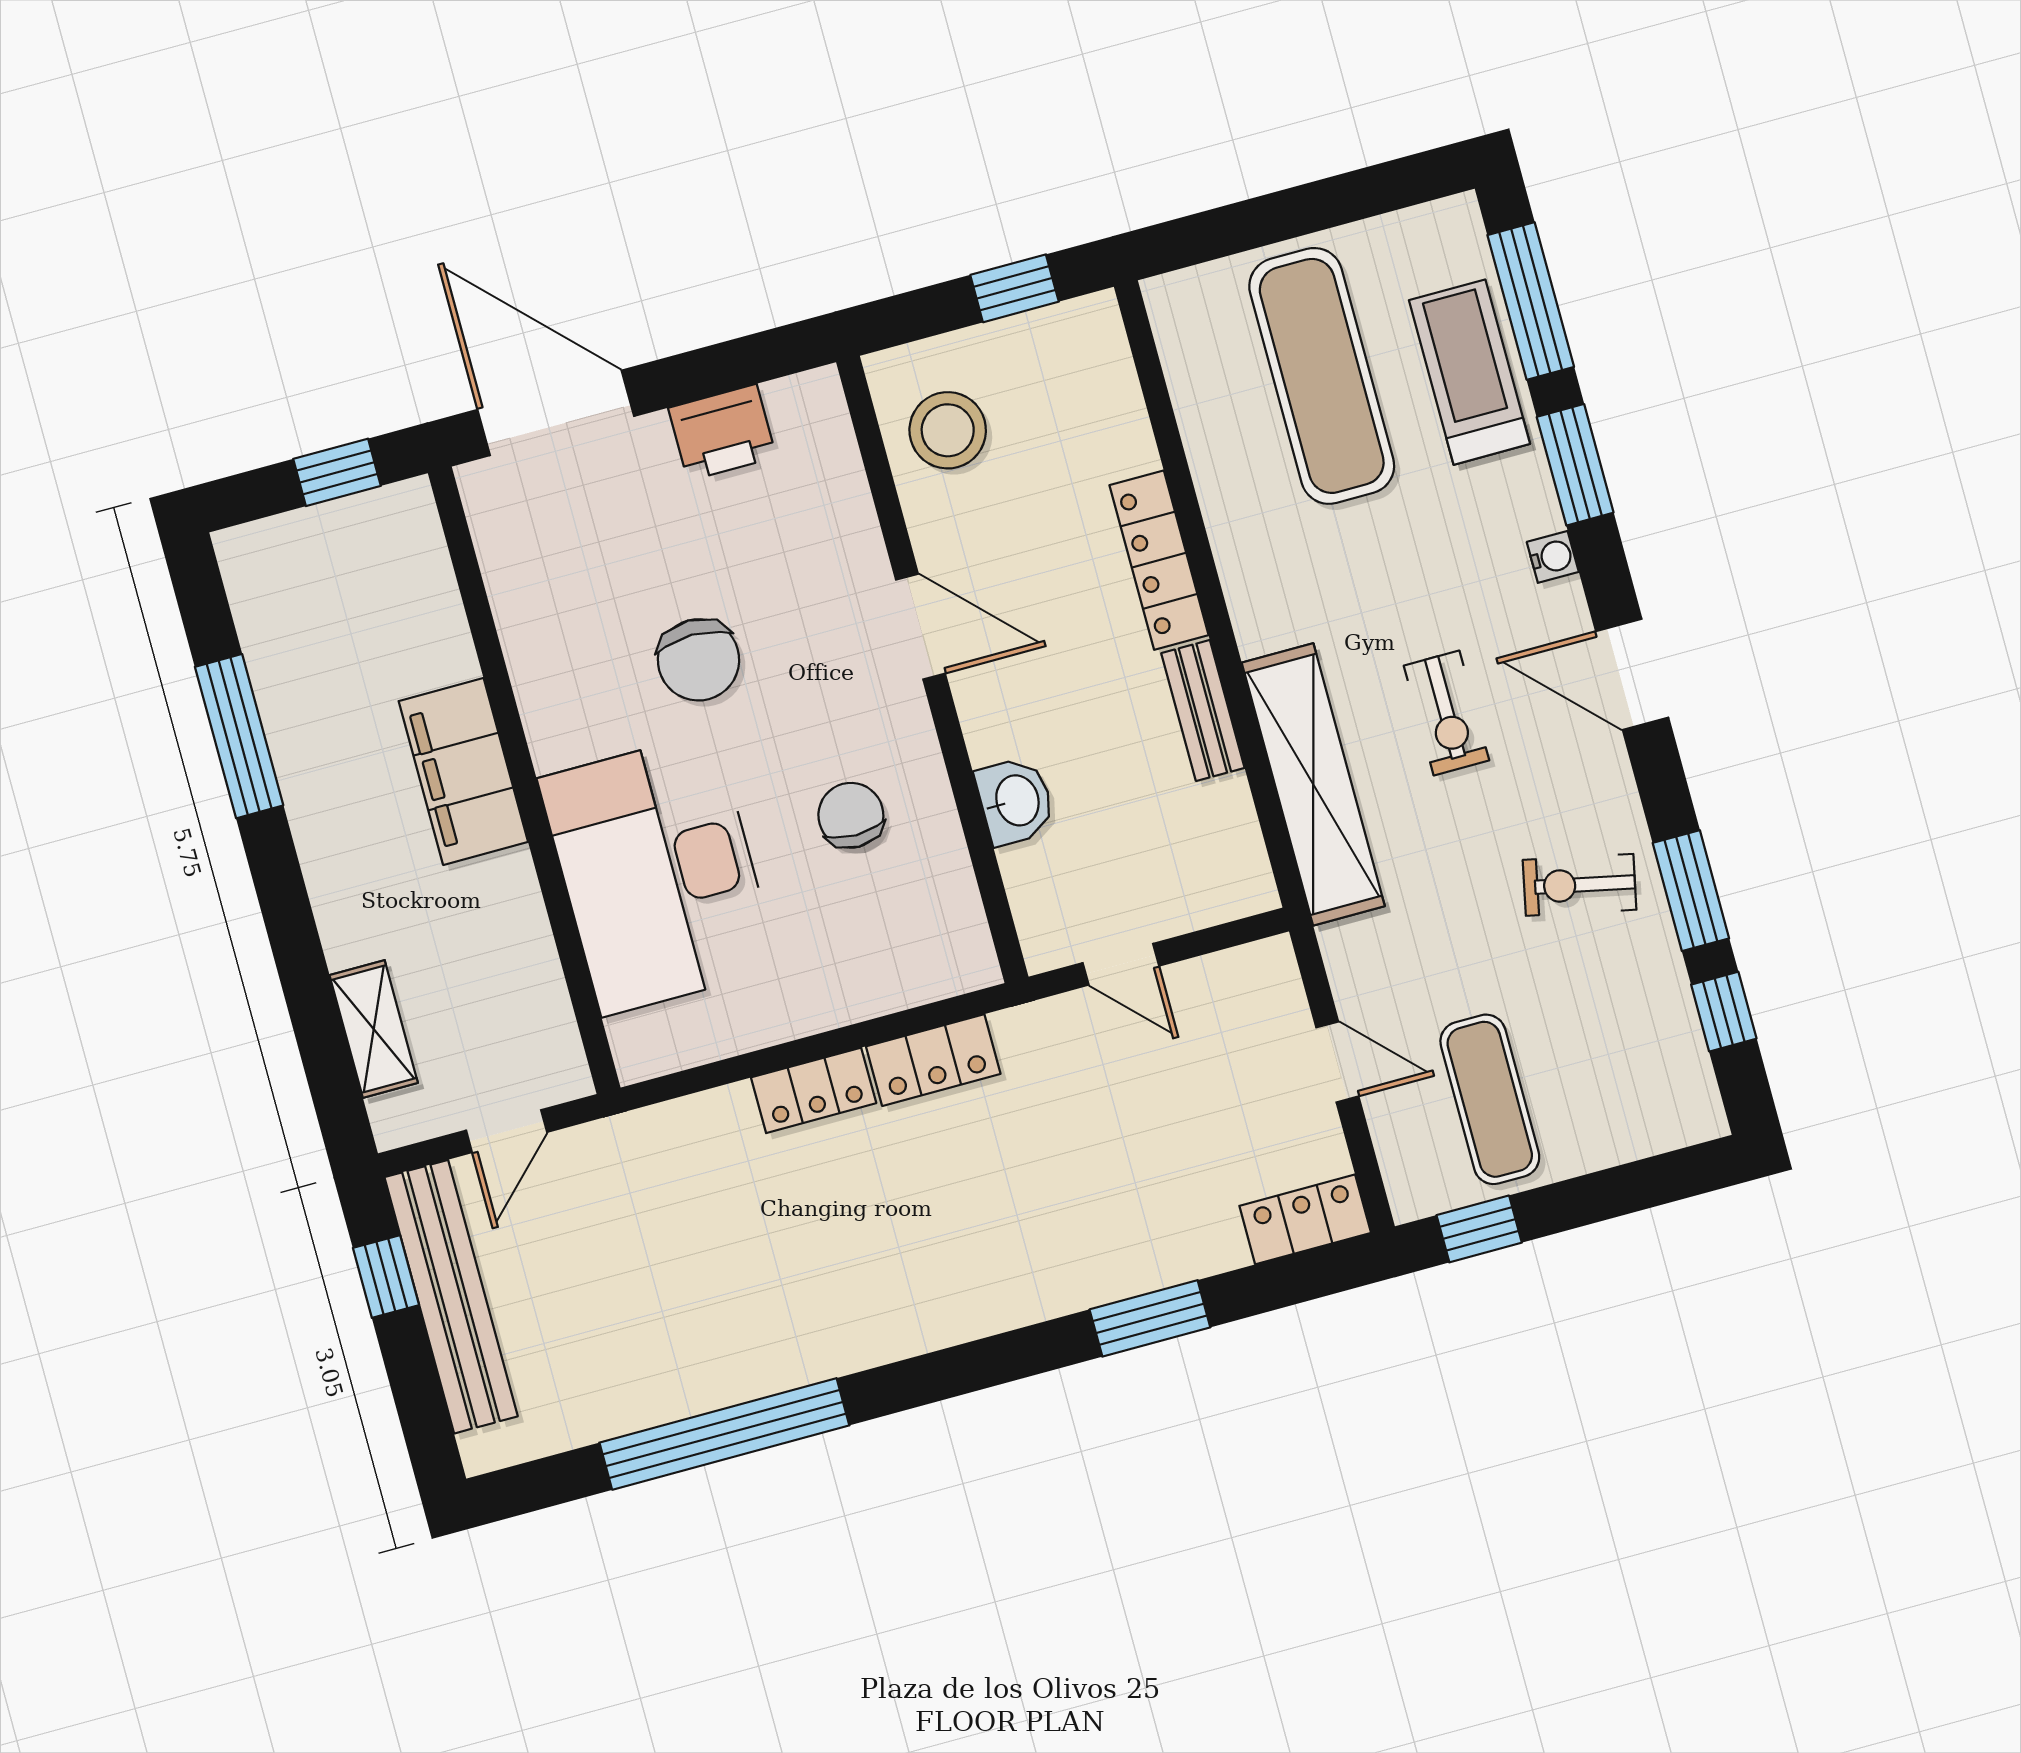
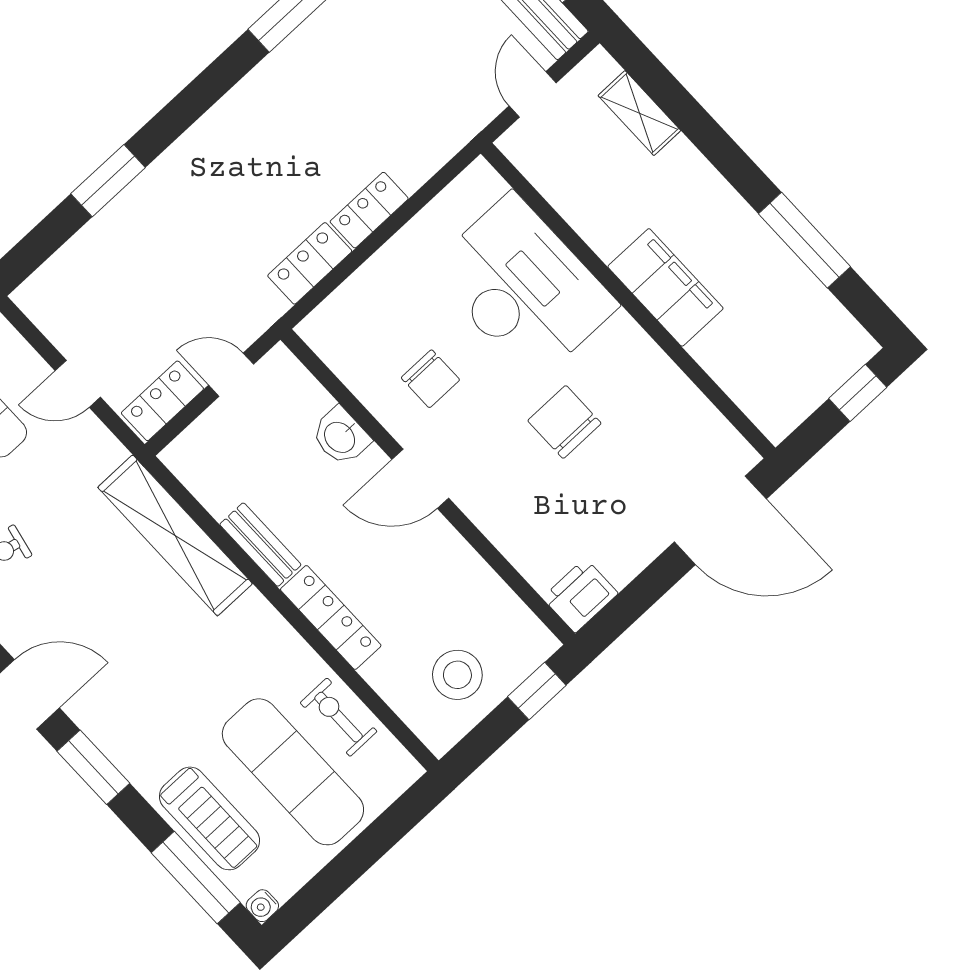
window: (1014, 288) -> (537, 691), moved
stool: (948, 430) -> (457, 675), moved
printer: (722, 432) -> (580, 596), moved
window: (1575, 465) -> (93, 767), moved
window: (337, 472) -> (858, 393), moved
water cooler: (1553, 557) -> (262, 906), moved
door: (921, 627) -> (420, 479), moved
exercise bike: (1446, 713) -> (339, 717), moved
locker: (1305, 1219) -> (162, 401), moved, turned 180

